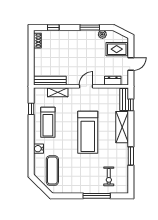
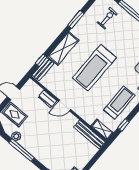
window: (90, 27) -> (22, 150), width x1.44
dresser: (113, 81) -> (47, 99), moved
shelving: (58, 92) -> (102, 129), moved
treadmill: (88, 132) -> (94, 68), turned 180

